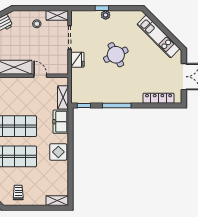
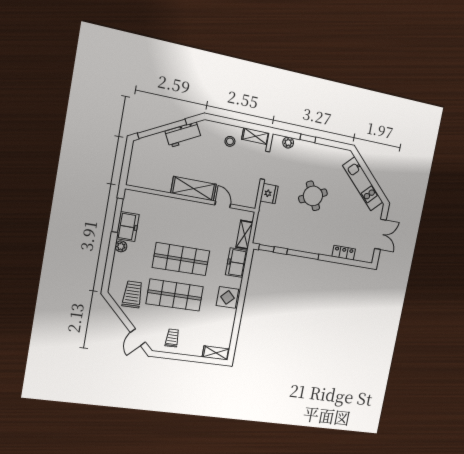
plant: (106, 15) -> (288, 143), moved
locker: (159, 98) -> (344, 253), width x0.66

